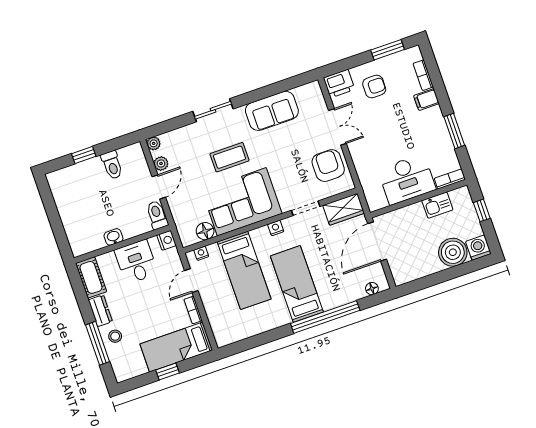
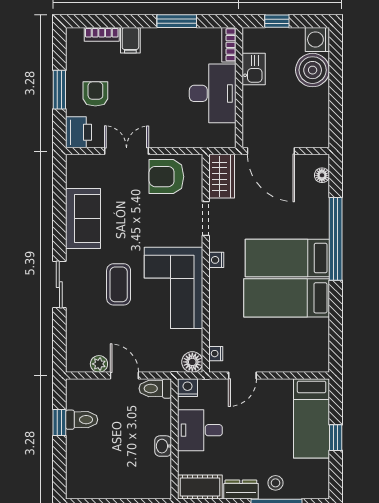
window: (388, 50) -> (59, 90), moved
plant: (154, 143) -> (73, 364), removed
window: (84, 155) -> (59, 423), moved
floor lamp: (205, 231) -> (192, 362), moved
bed: (244, 270) -> (287, 298), moved, turned 180
door: (191, 281) -> (242, 376), hinge flipped
bookcase: (193, 310) -> (276, 385), removed

